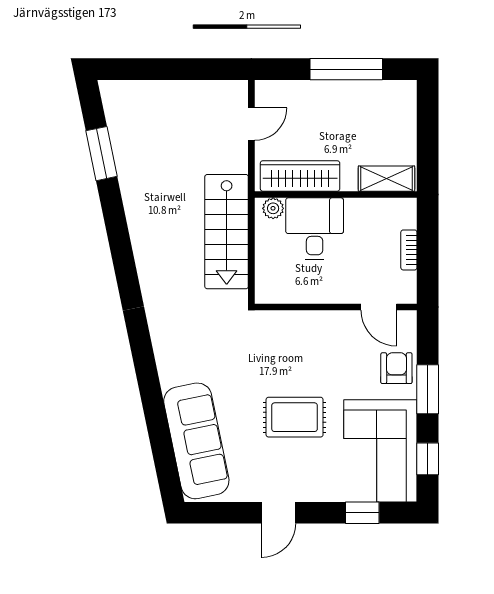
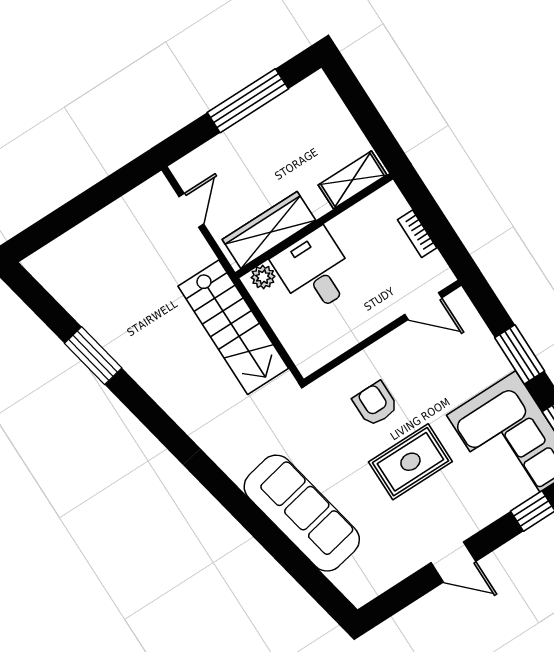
window: (102, 154) -> (93, 356), moved
armchair: (396, 368) -> (375, 404), moved
sofa: (196, 441) -> (302, 513), moved
door: (279, 513) -> (453, 562), hinge flipped

